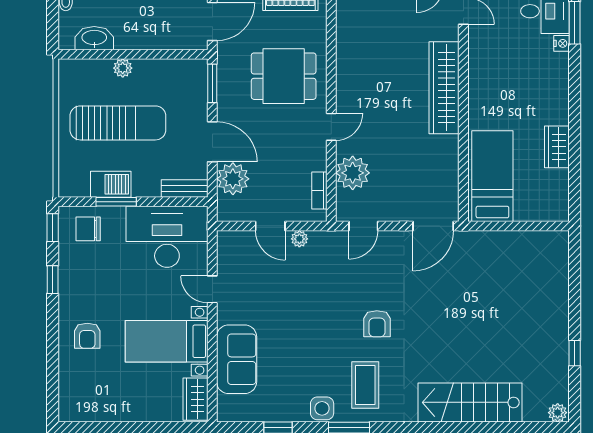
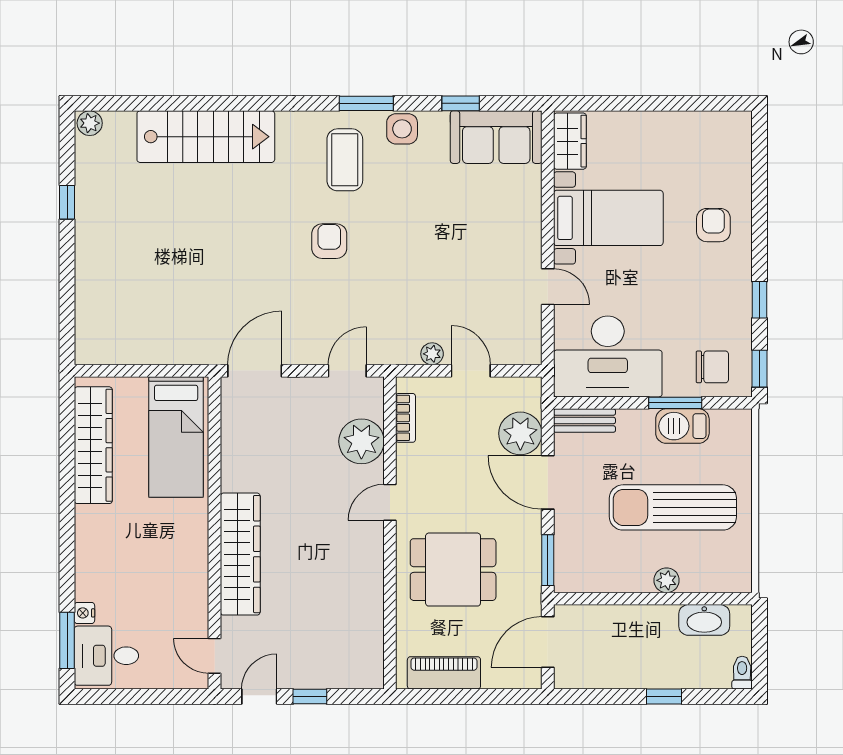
wardrobe: (557, 147) -> (93, 445), width x2.10, depth x1.17
sofa: (237, 359) -> (496, 137), moved, turned -90

